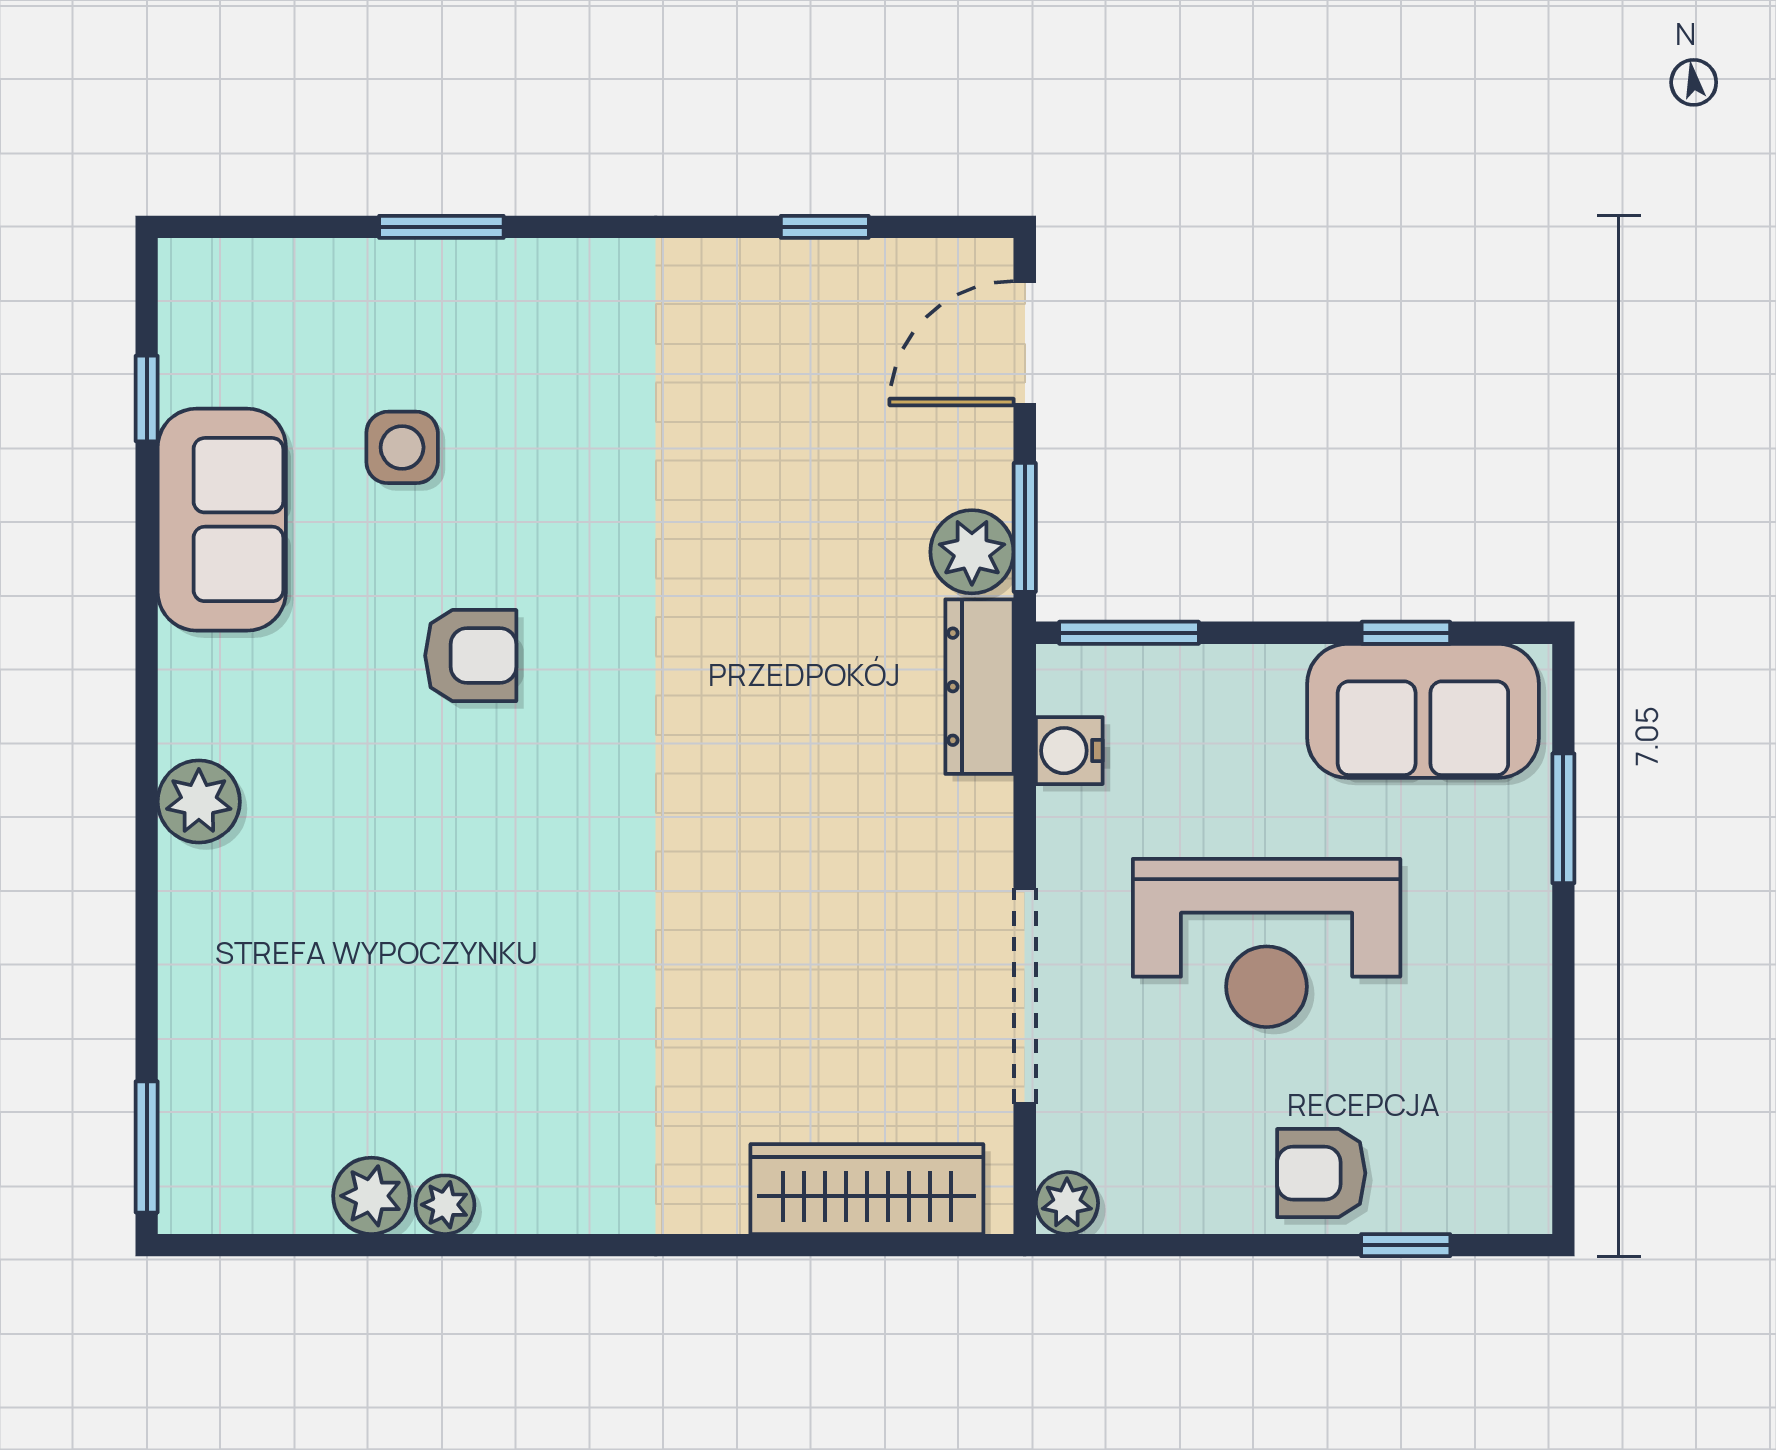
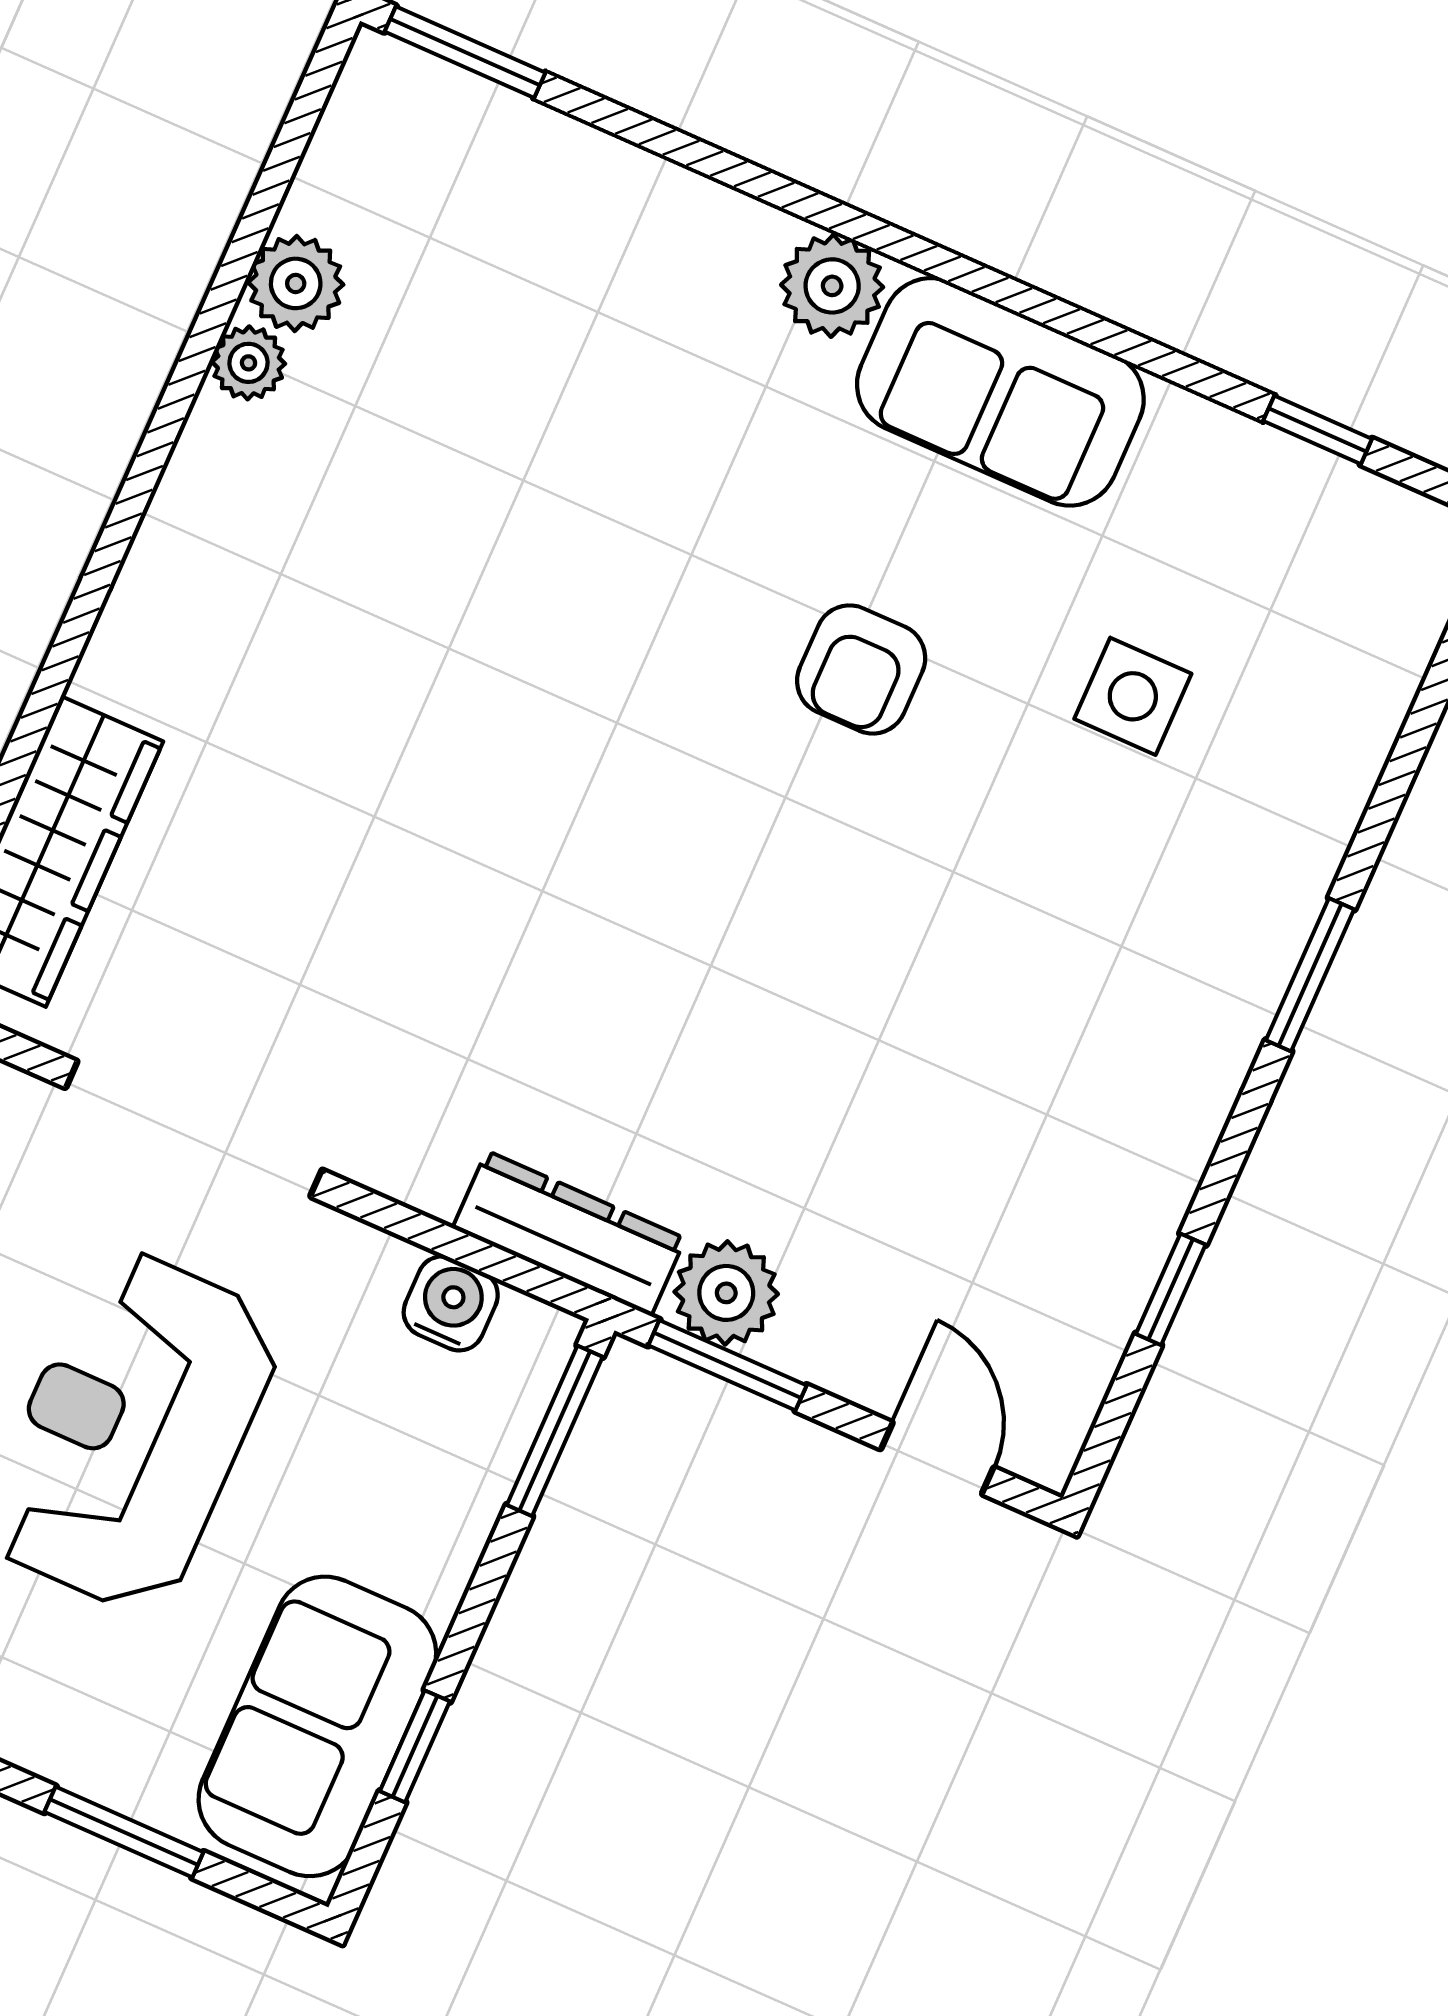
window: (441, 227) -> (1310, 975), moved
door: (1025, 343) -> (937, 1458), width x0.73
sofa: (222, 520) -> (1000, 392), moved

